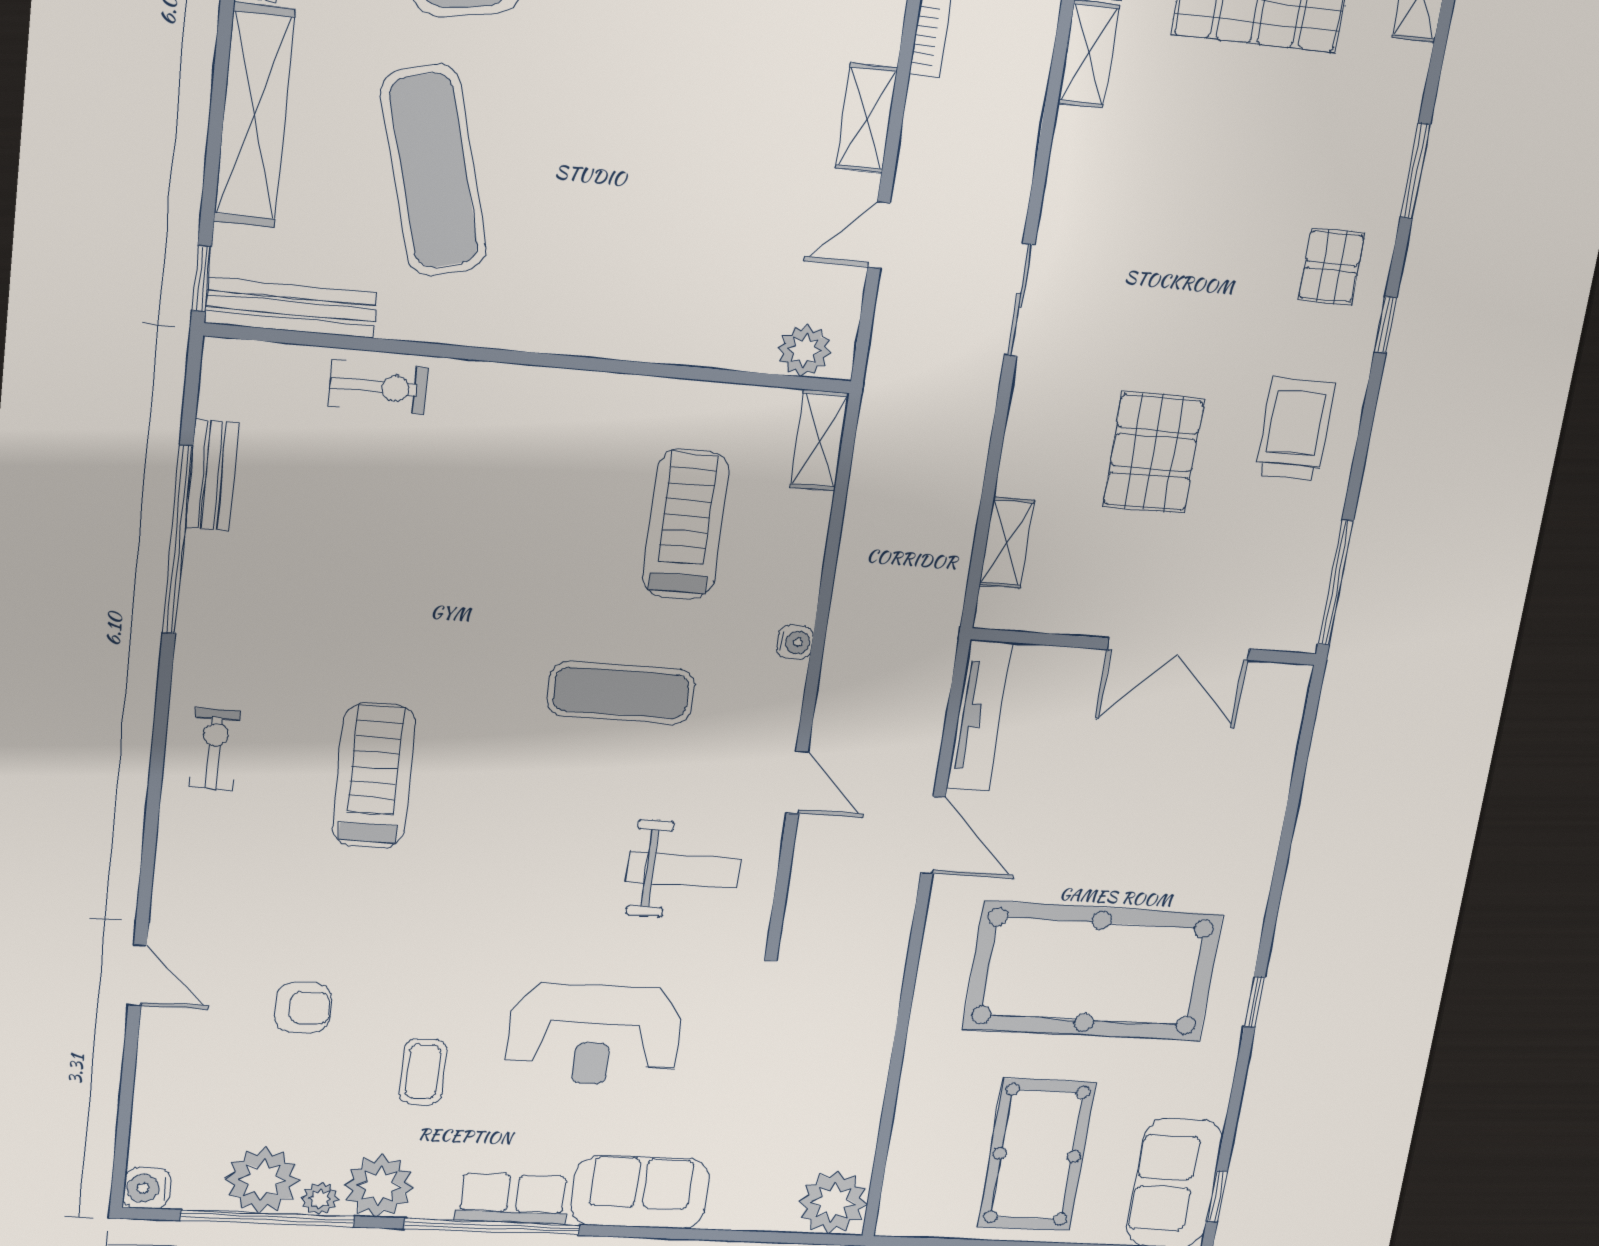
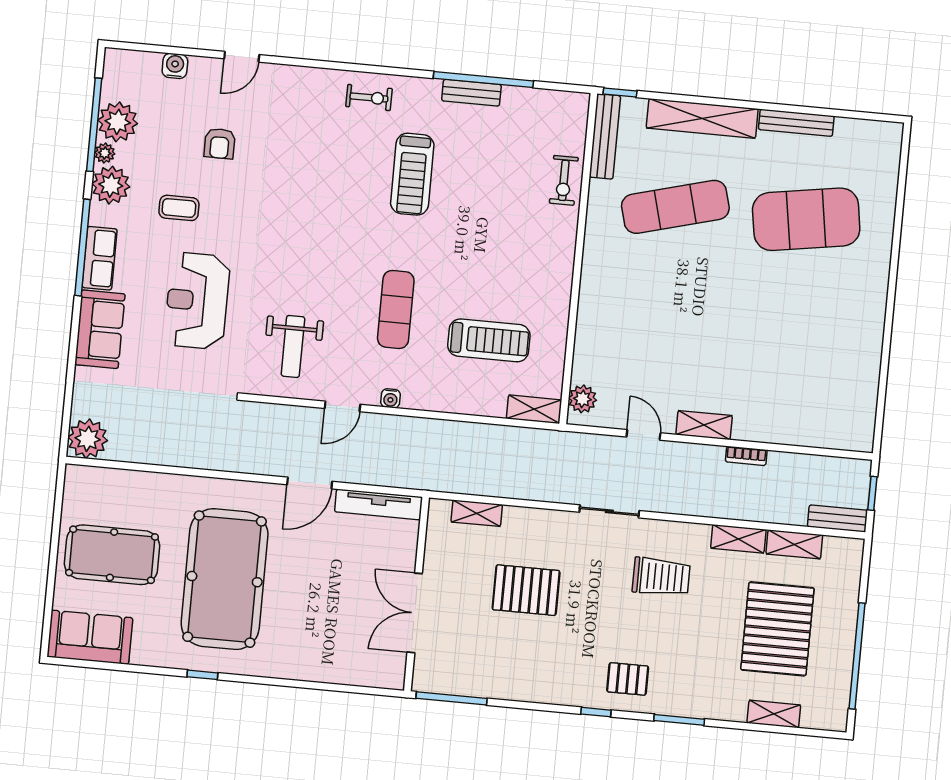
trolley: (1295, 429) -> (661, 577), moved
bench: (212, 475) -> (471, 93), moved
water cooler: (795, 642) -> (391, 398), moved
treadmill: (374, 776) -> (412, 174), moved, turned 90
water cooler: (147, 1188) -> (175, 66), moved
window: (1217, 1197) -> (80, 663), removed

